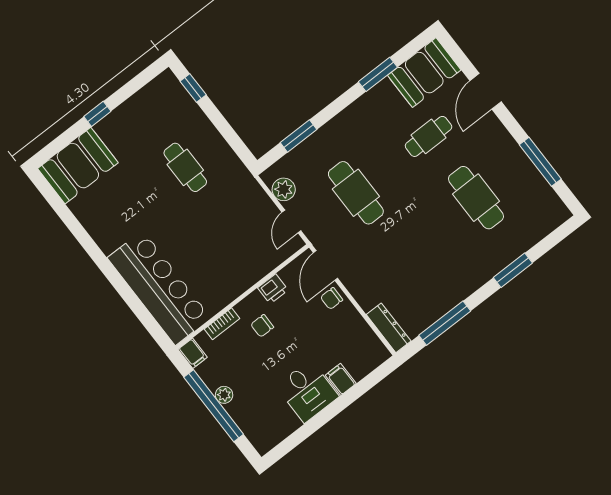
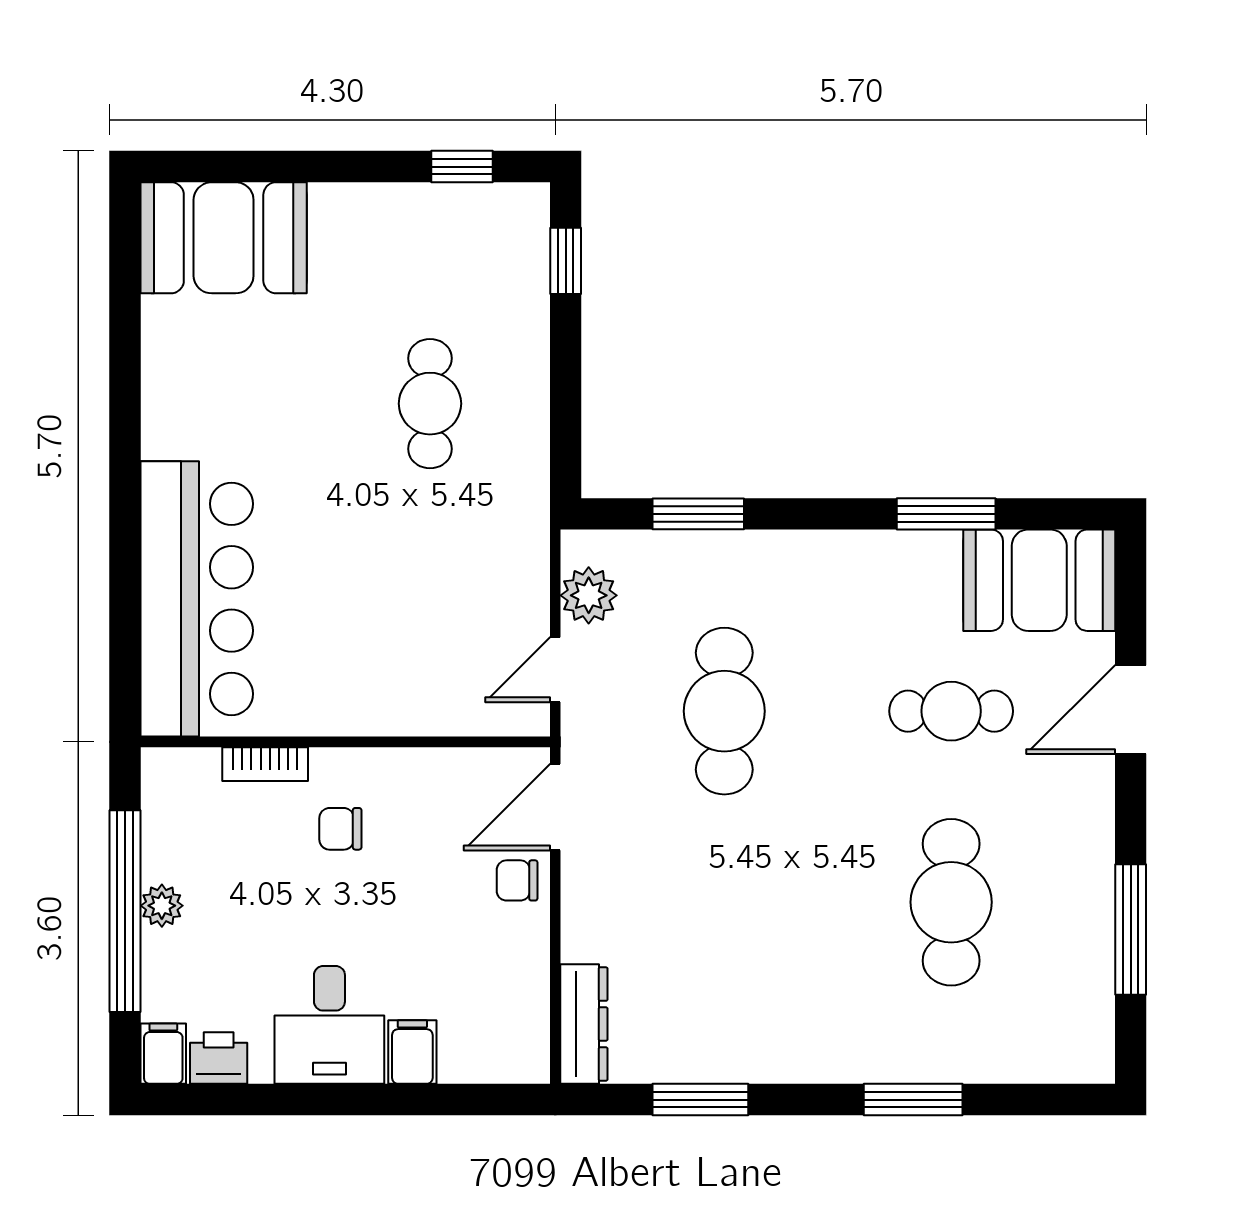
window: (97, 114) -> (462, 167), moved
printer: (273, 289) -> (219, 1058), moved, turned 180
window: (445, 323) -> (700, 1100), width x0.69
filing cabinet: (193, 353) -> (163, 1054), moved, turned 180

